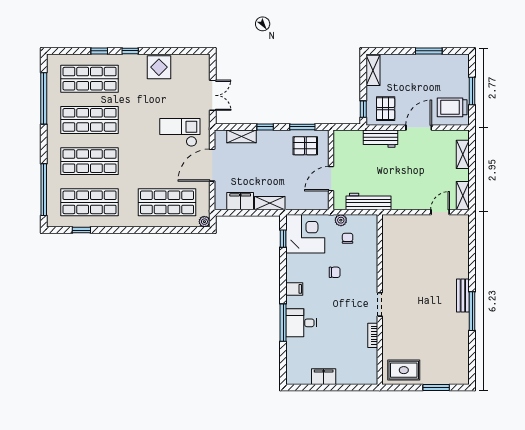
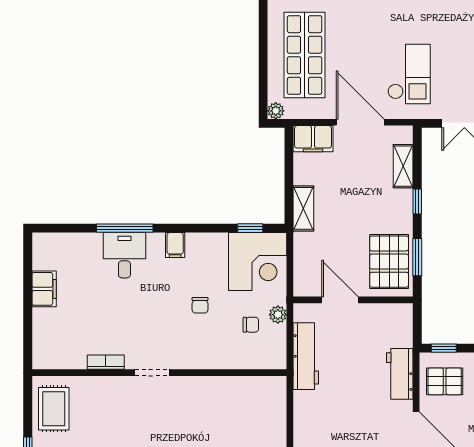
pallet: (305, 146) -> (389, 262), width x1.50, depth x1.42
filing cabinet: (240, 201) -> (313, 139), moved, turned 90

